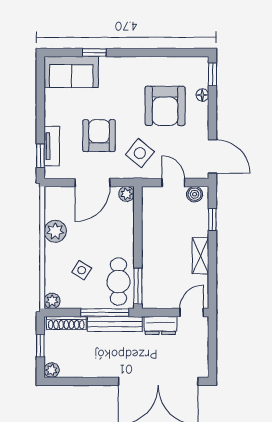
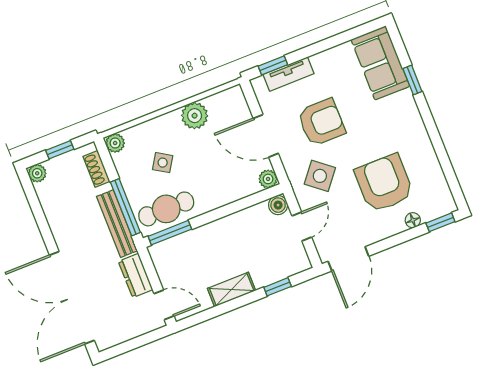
armchair: (165, 106) -> (384, 183), turned 90
boiler: (195, 194) -> (278, 205), moved
shoe rack: (66, 323) -> (96, 169), width x0.70

